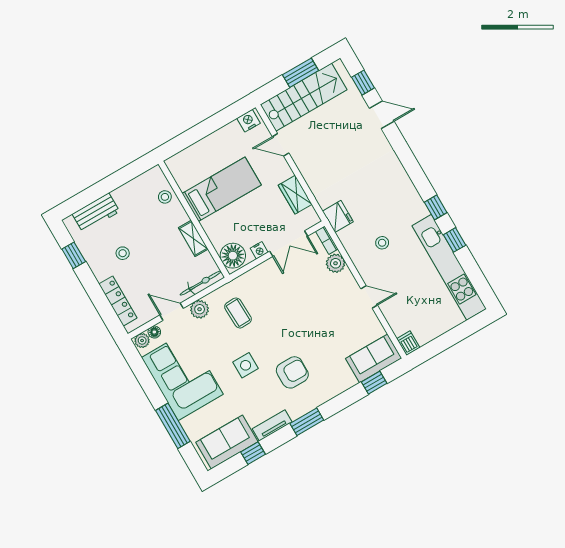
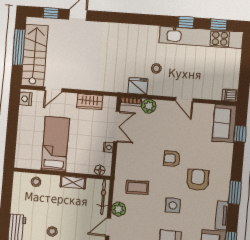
window: (301, 73) -> (19, 47), width x1.44
window: (436, 207) -> (218, 24), moved
fridge: (338, 216) -> (138, 86), moved
floor lamp: (233, 256) -> (100, 170), width x0.53, depth x0.53
door: (369, 297) -> (184, 100), swing flipped
armchair: (296, 328) -> (172, 159), added

